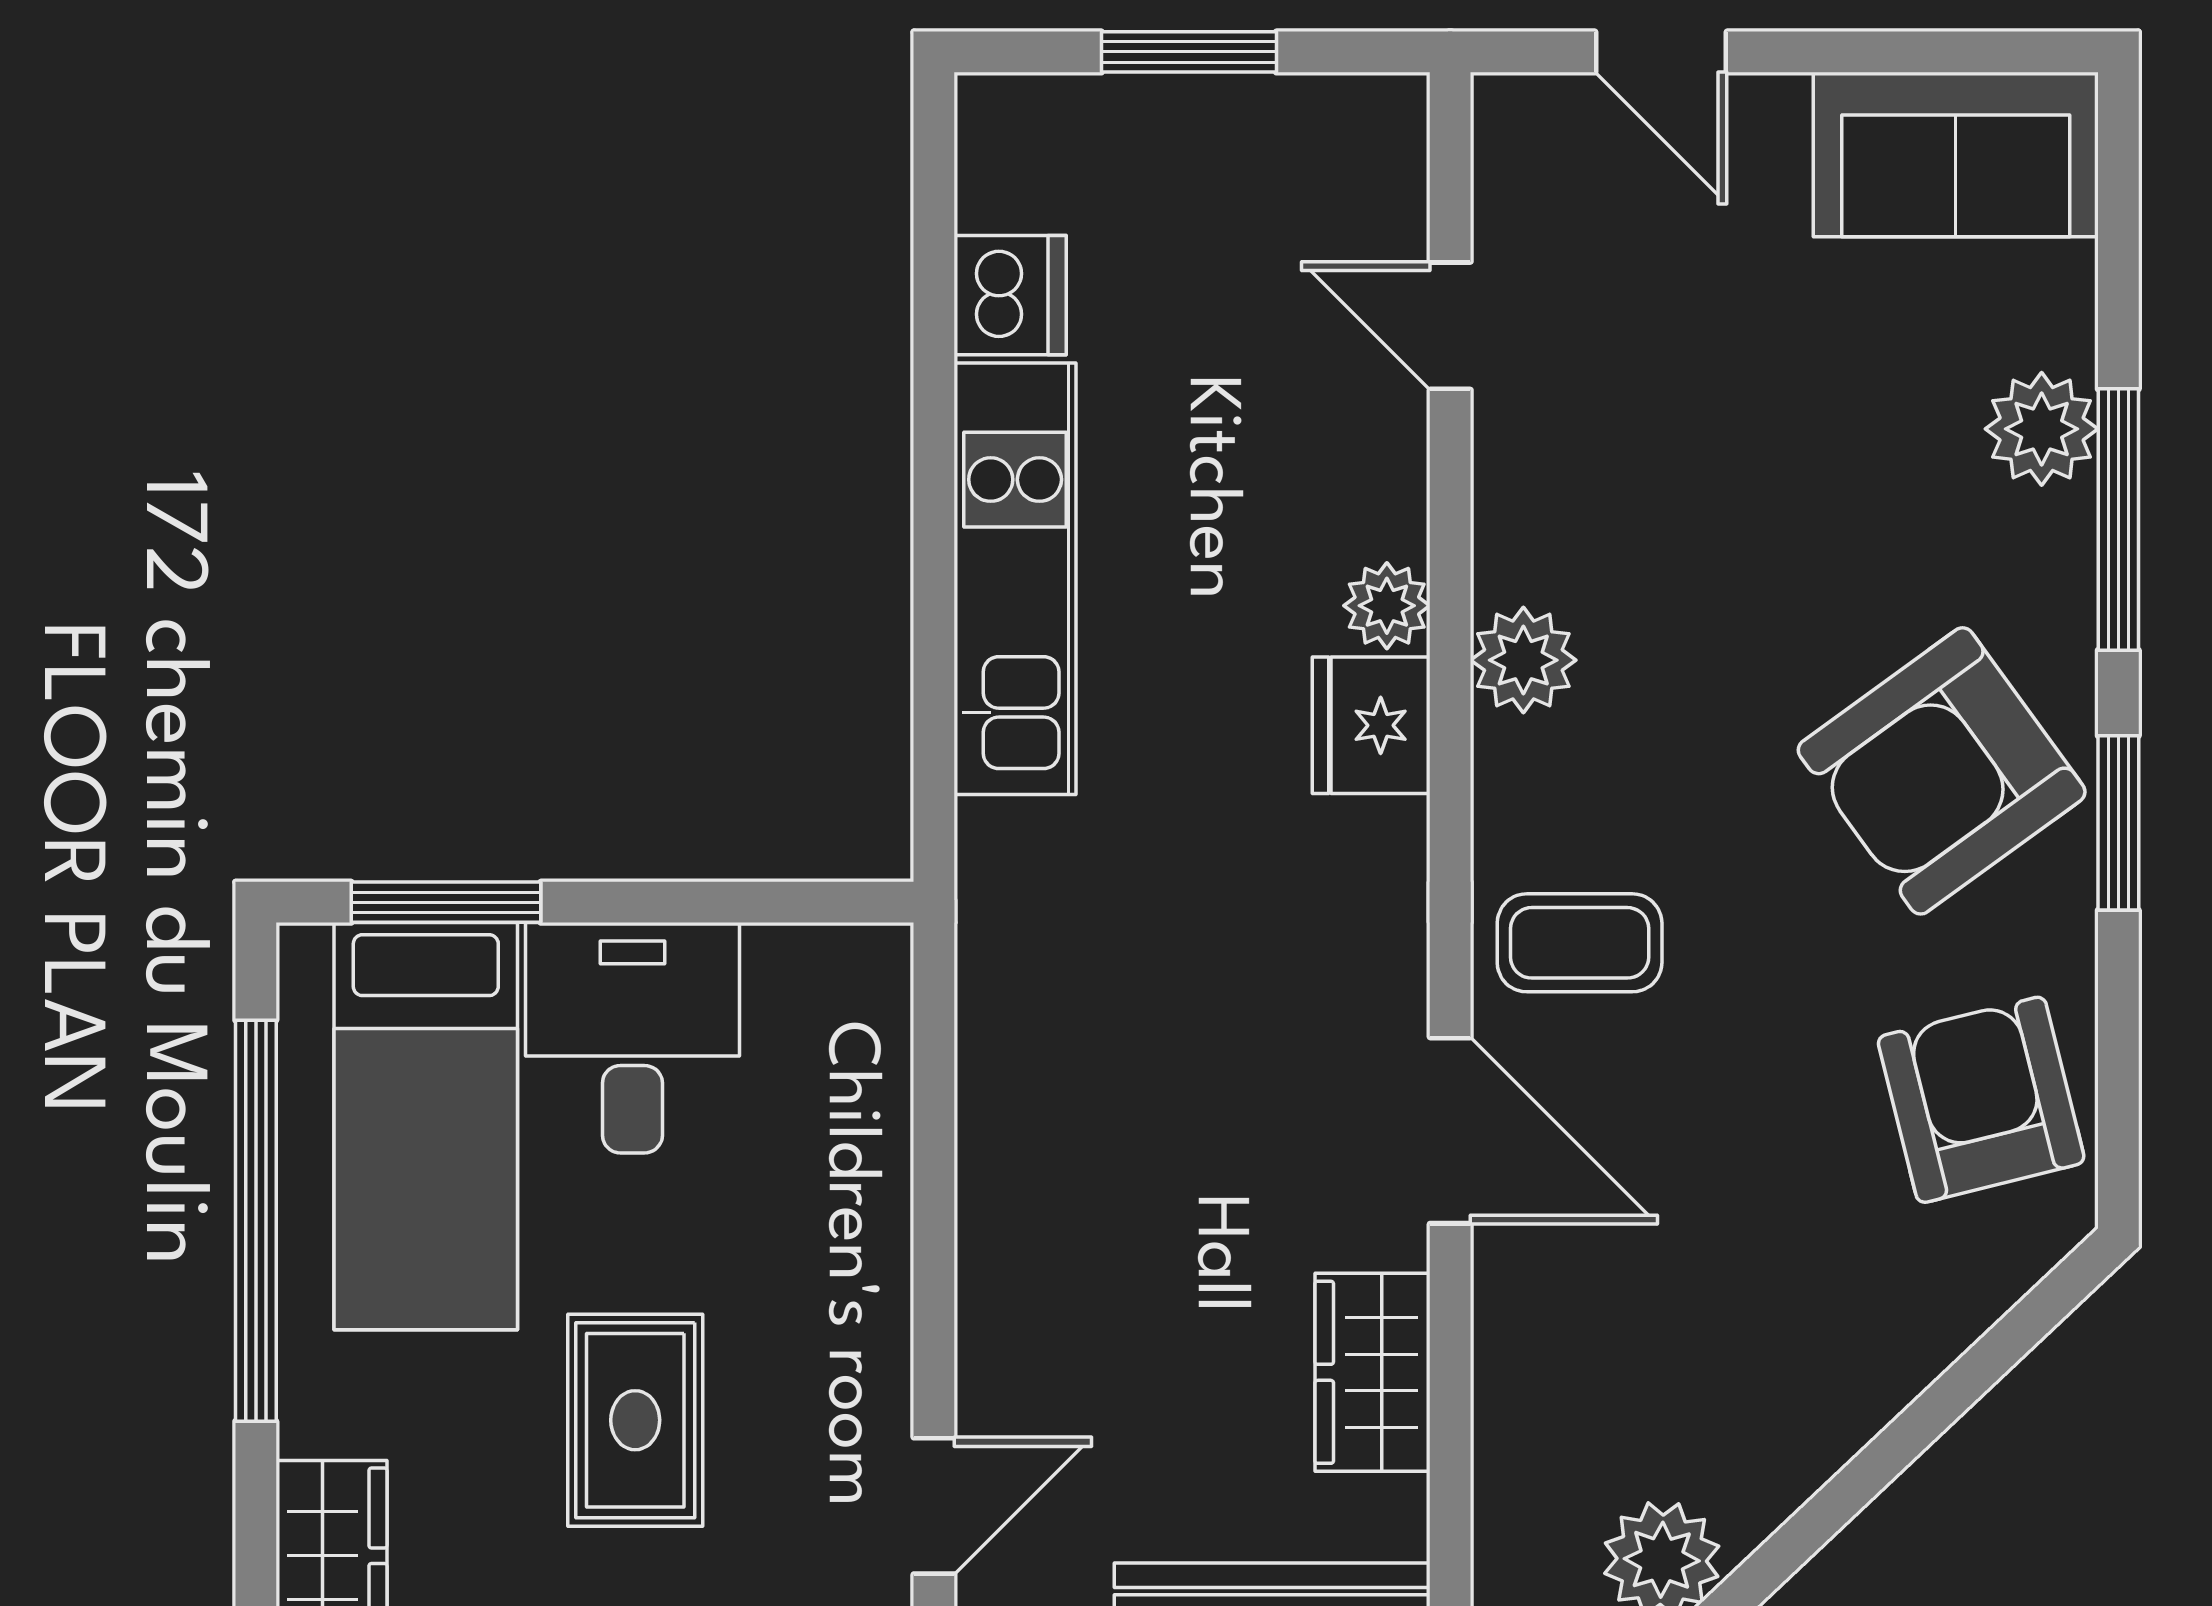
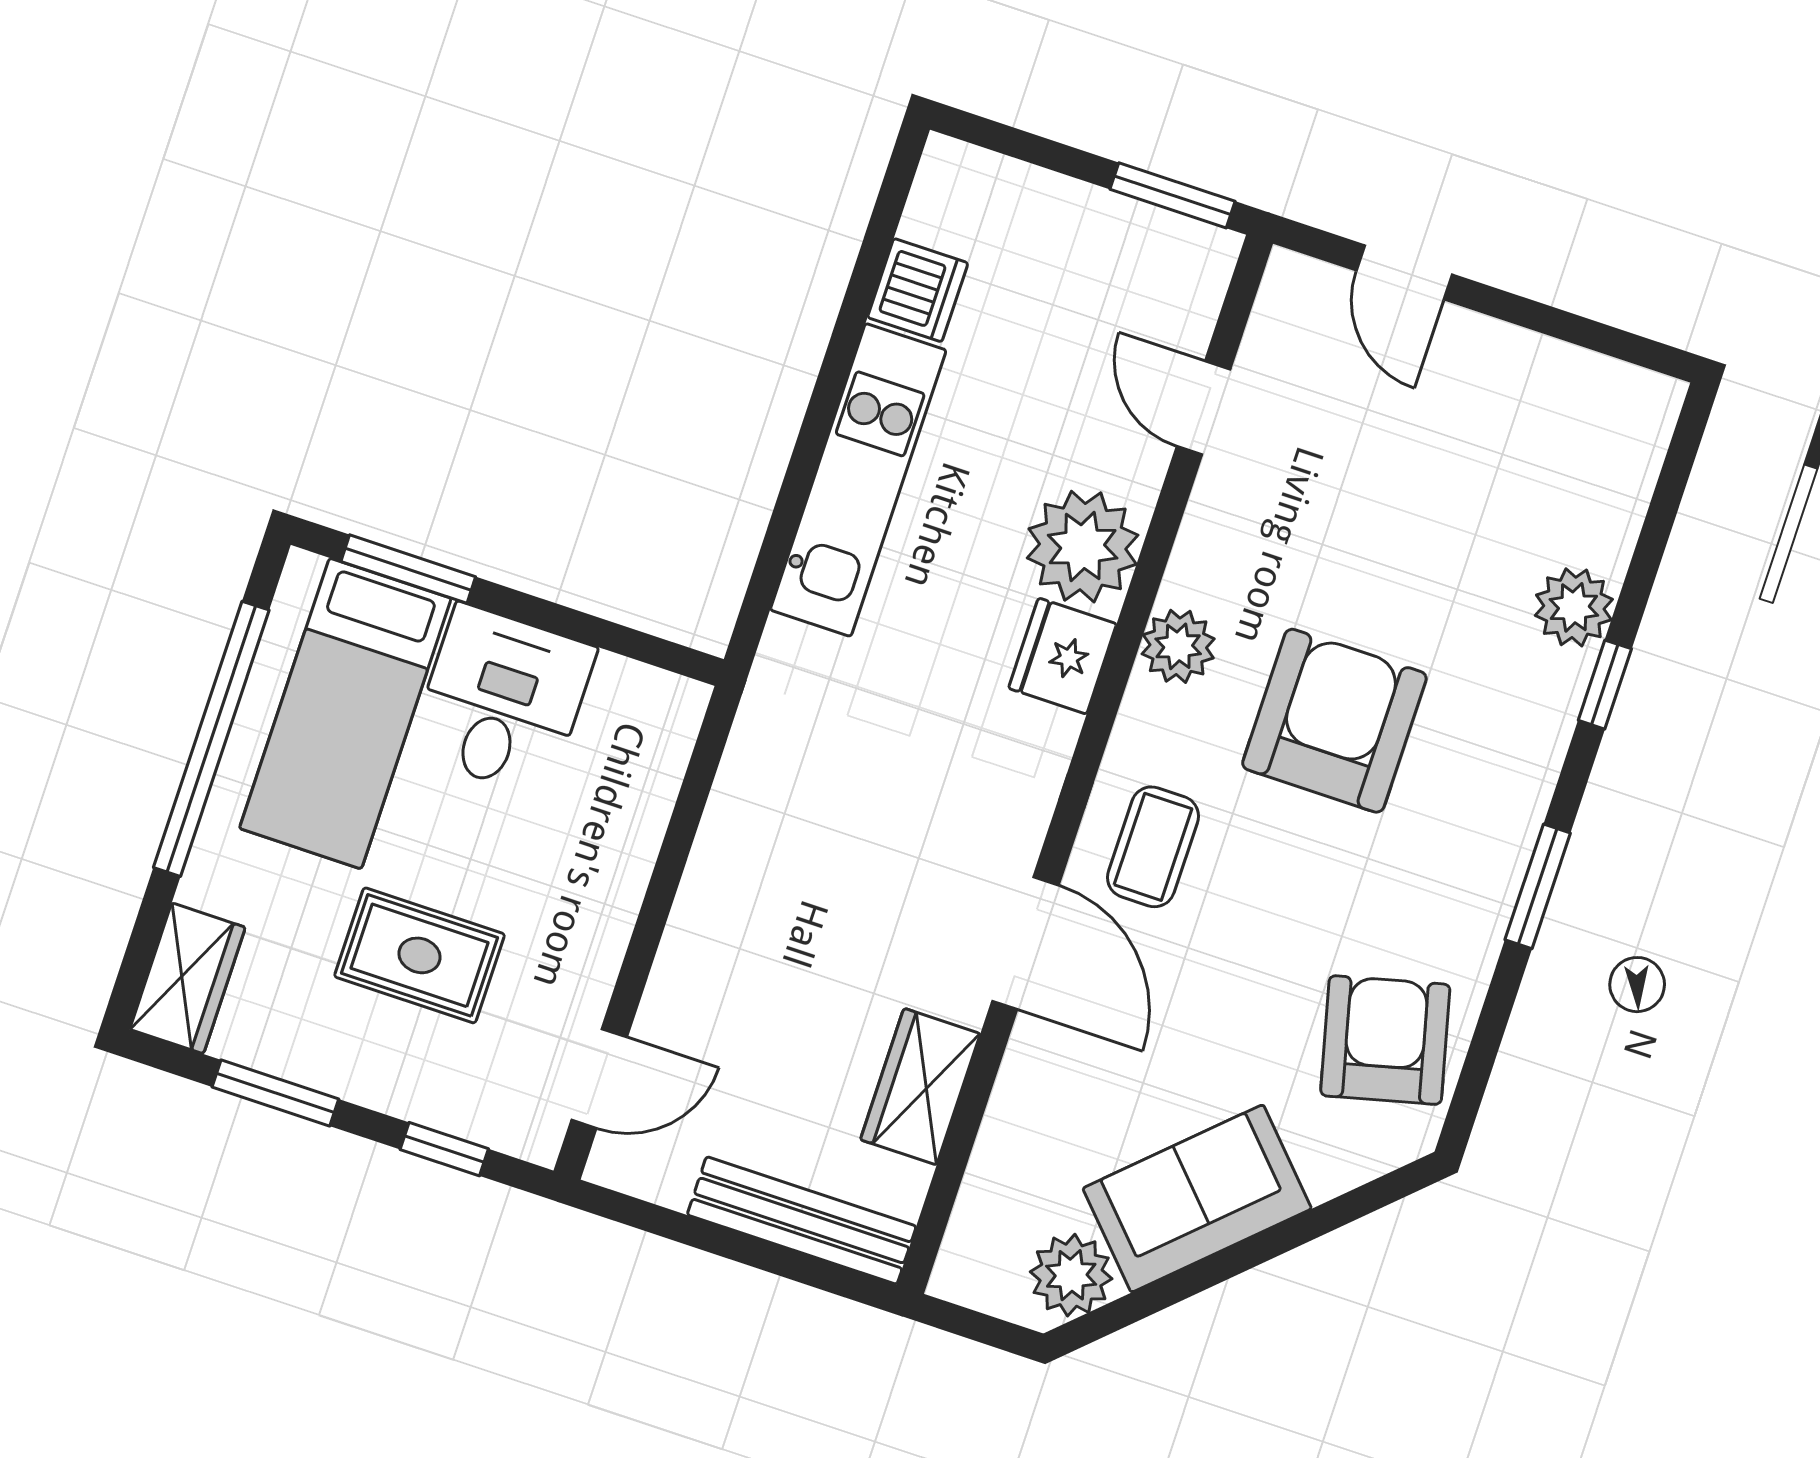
window: (1189, 52) -> (1172, 195), moved
sofa: (1956, 154) -> (1197, 1198), moved, turned 137
window: (2118, 520) -> (1605, 685), width x0.46
plant: (1387, 606) -> (1083, 547), width x1.87, depth x1.87
armchair: (1942, 771) -> (1334, 721), moved, turned 126
coffee table: (1580, 943) -> (1153, 847), turned 90
rug: (635, 1420) -> (419, 955), turned 90

